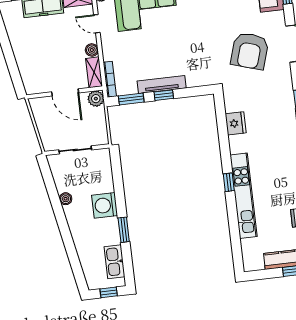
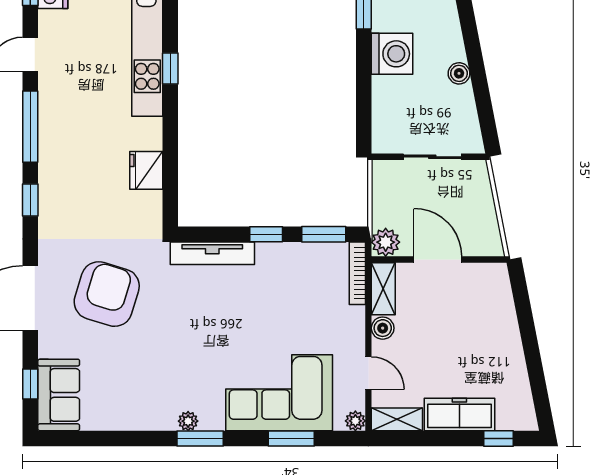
tv unit: (162, 85) -> (212, 253), moved

